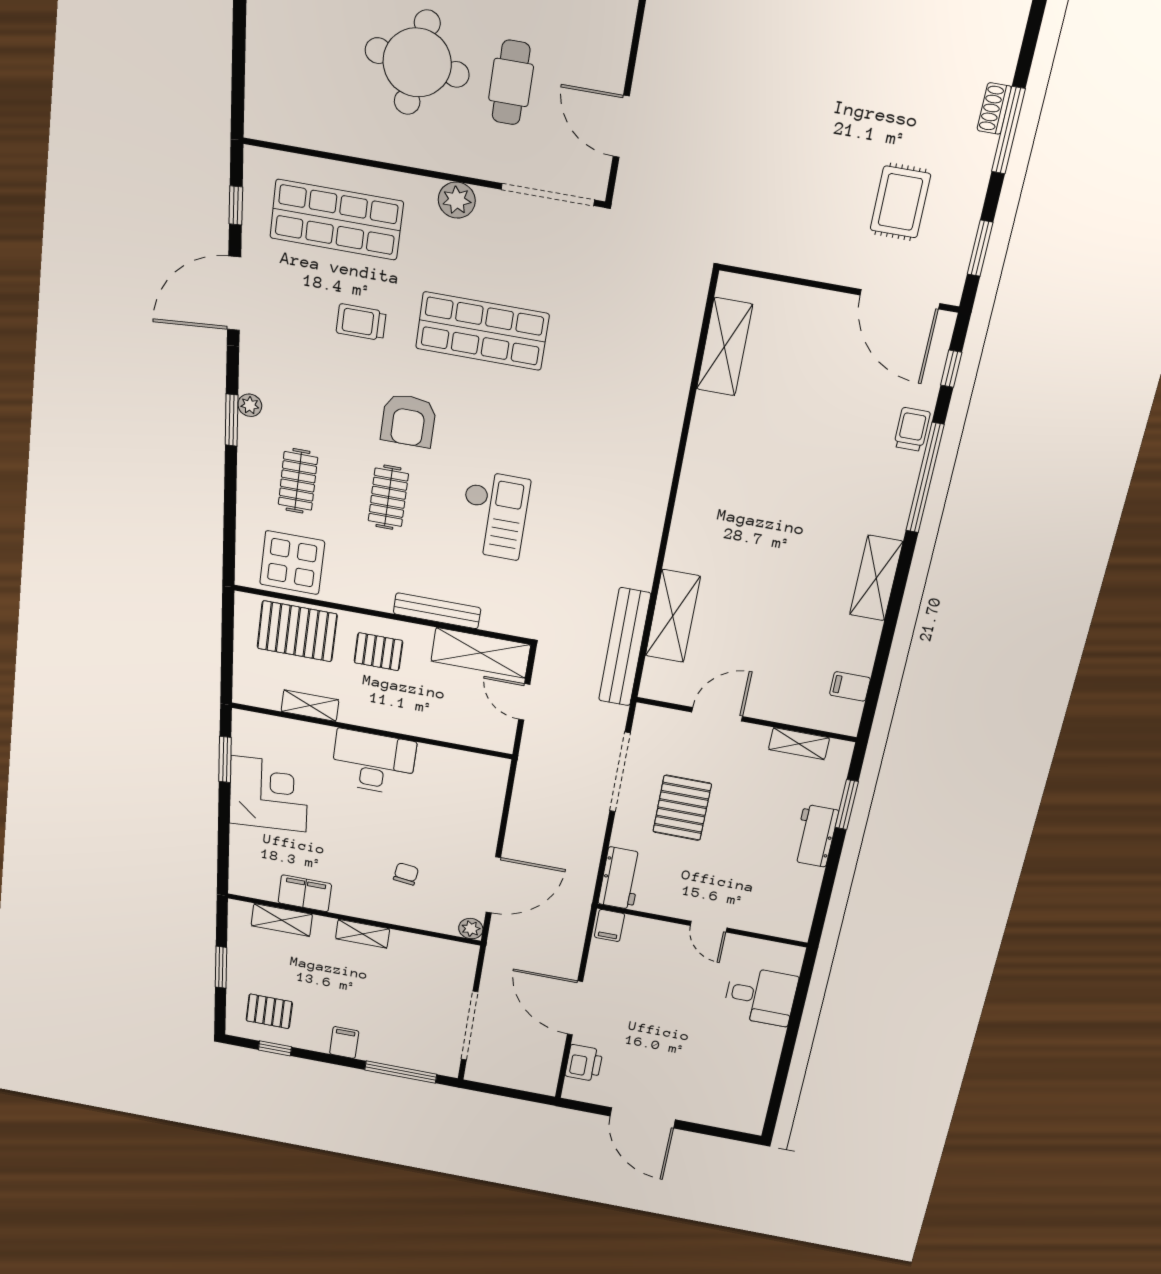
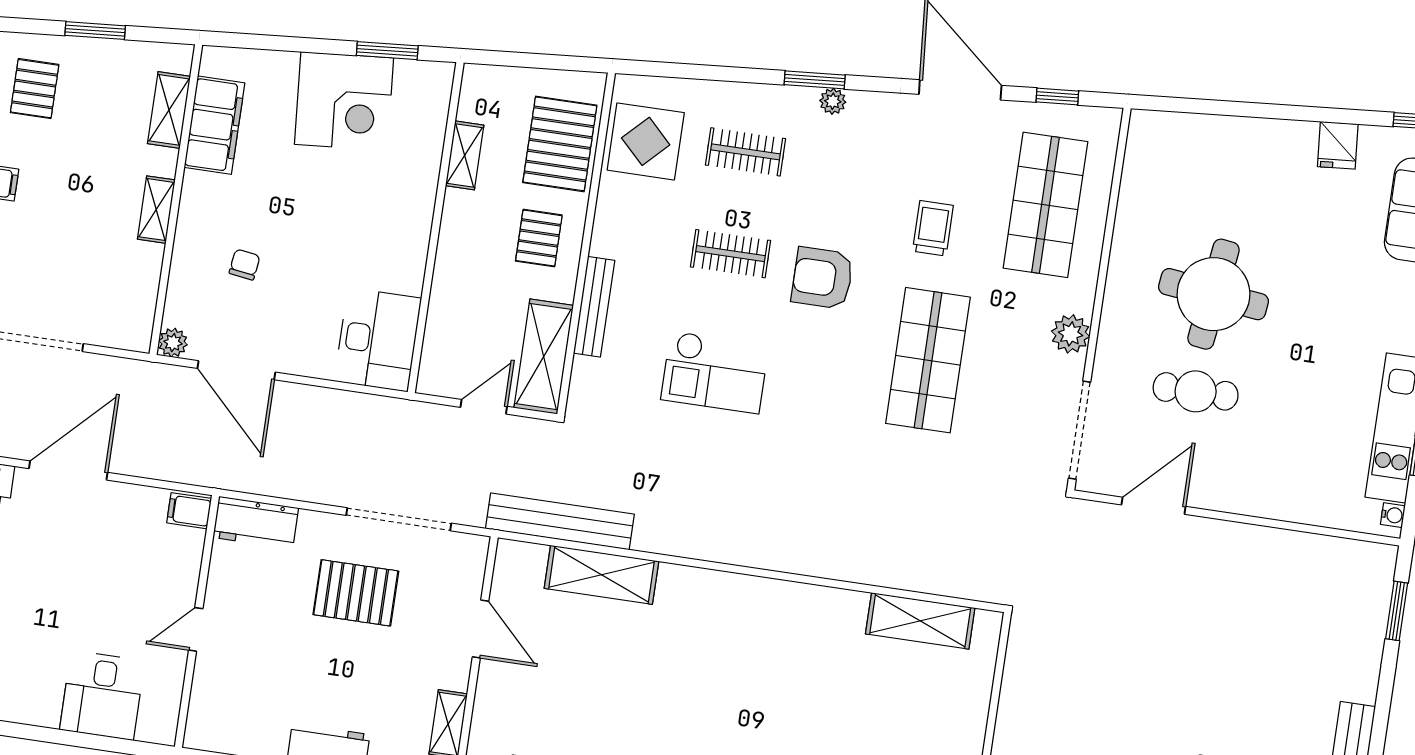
desk: (373, 762) -> (378, 340), moved
chair: (406, 874) -> (245, 265), turned -89
filing cabinet: (305, 893) -> (214, 125), width x1.50, depth x1.17

